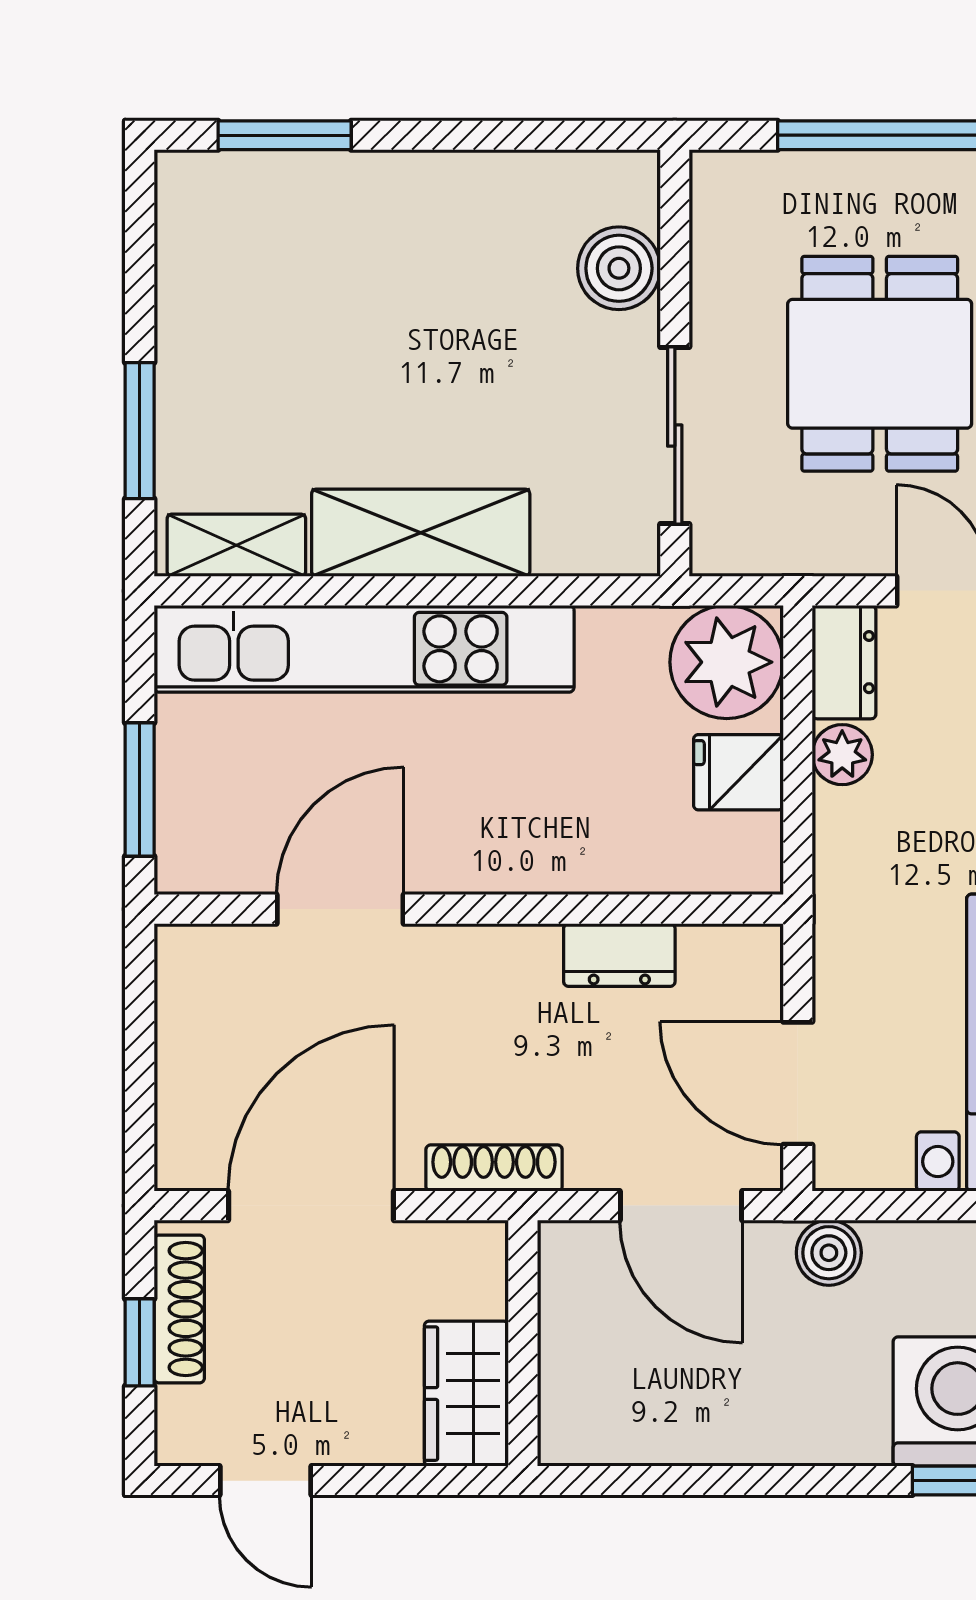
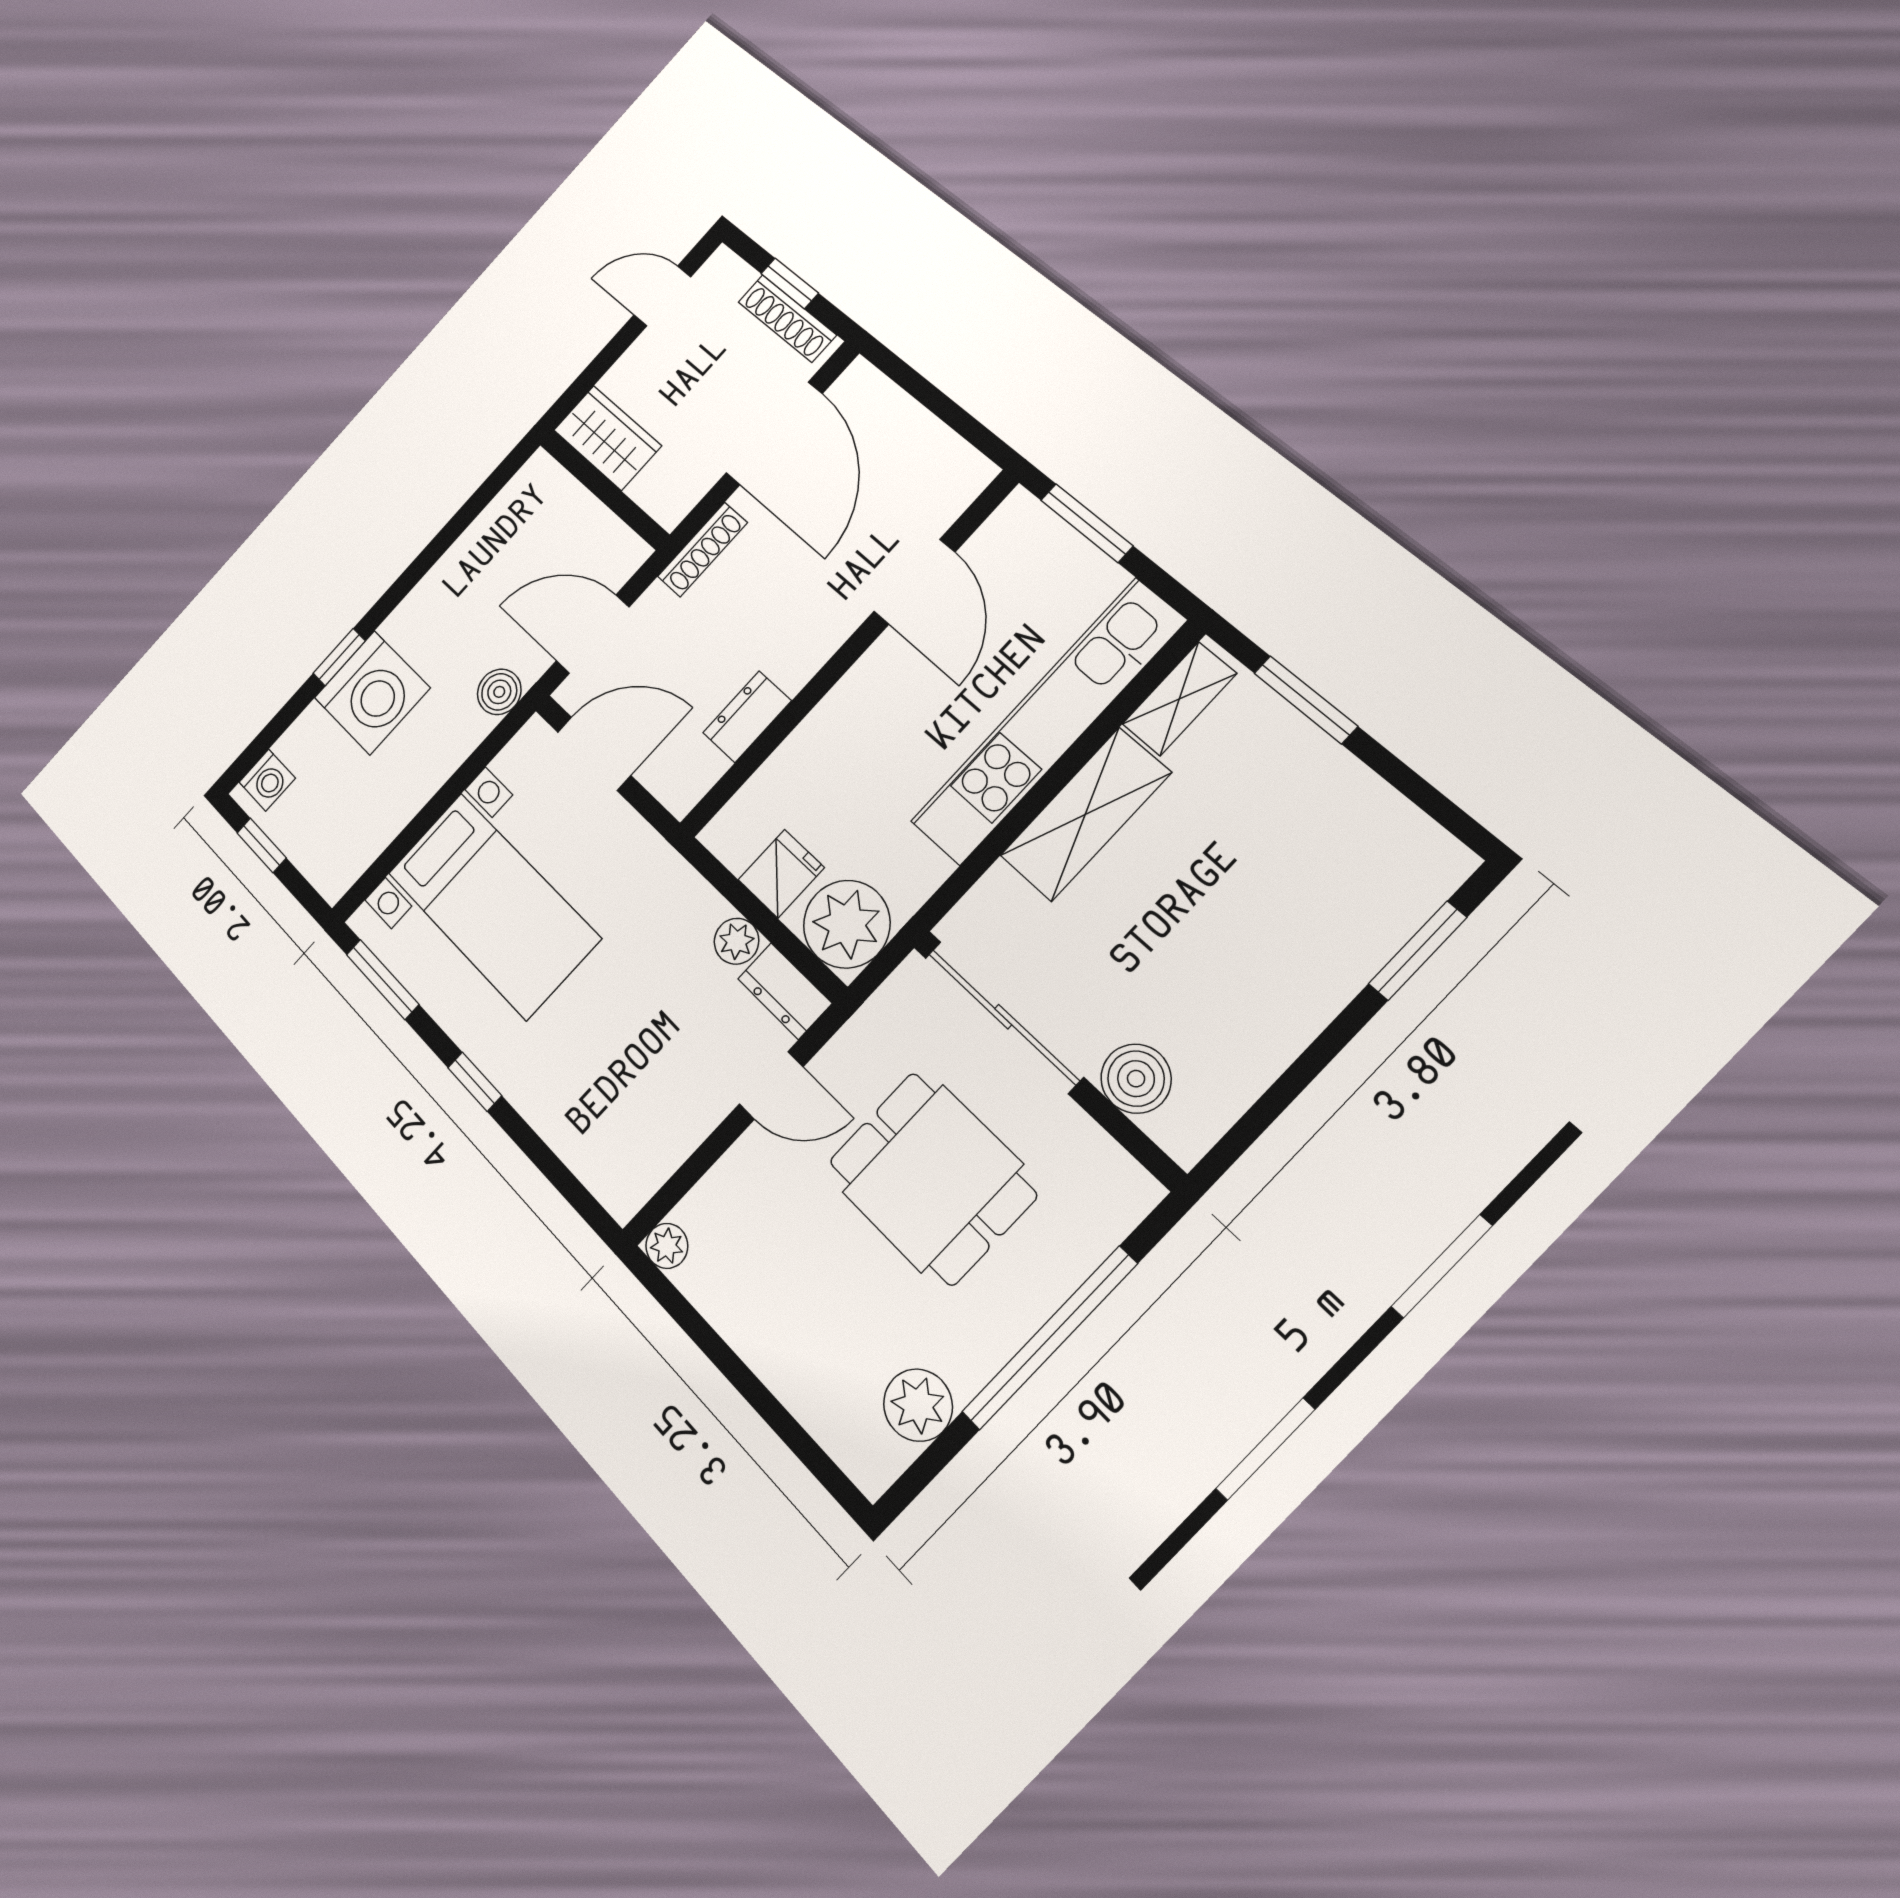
sliding door: (675, 436) -> (1003, 1017), width x1.37

